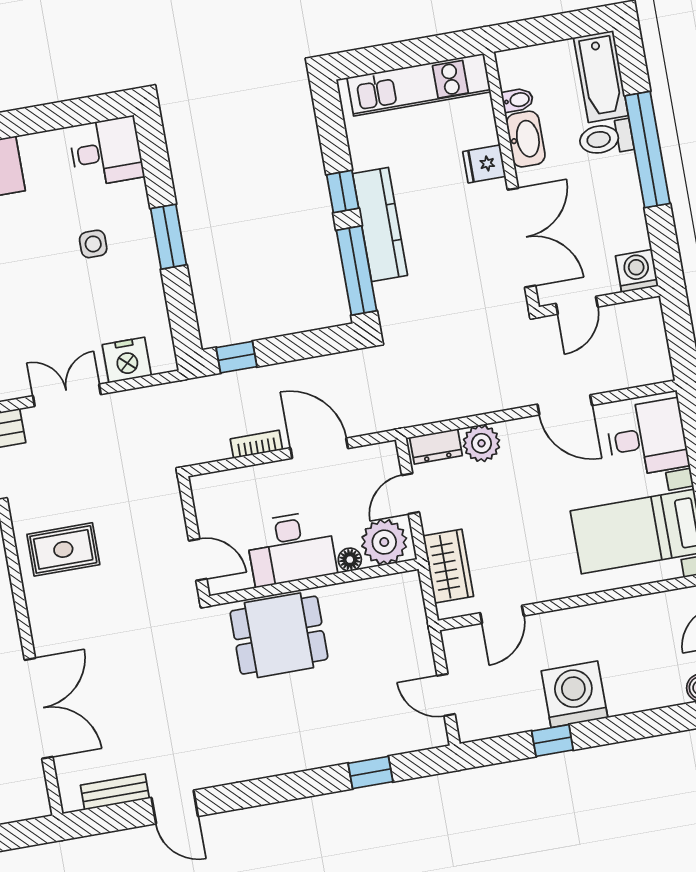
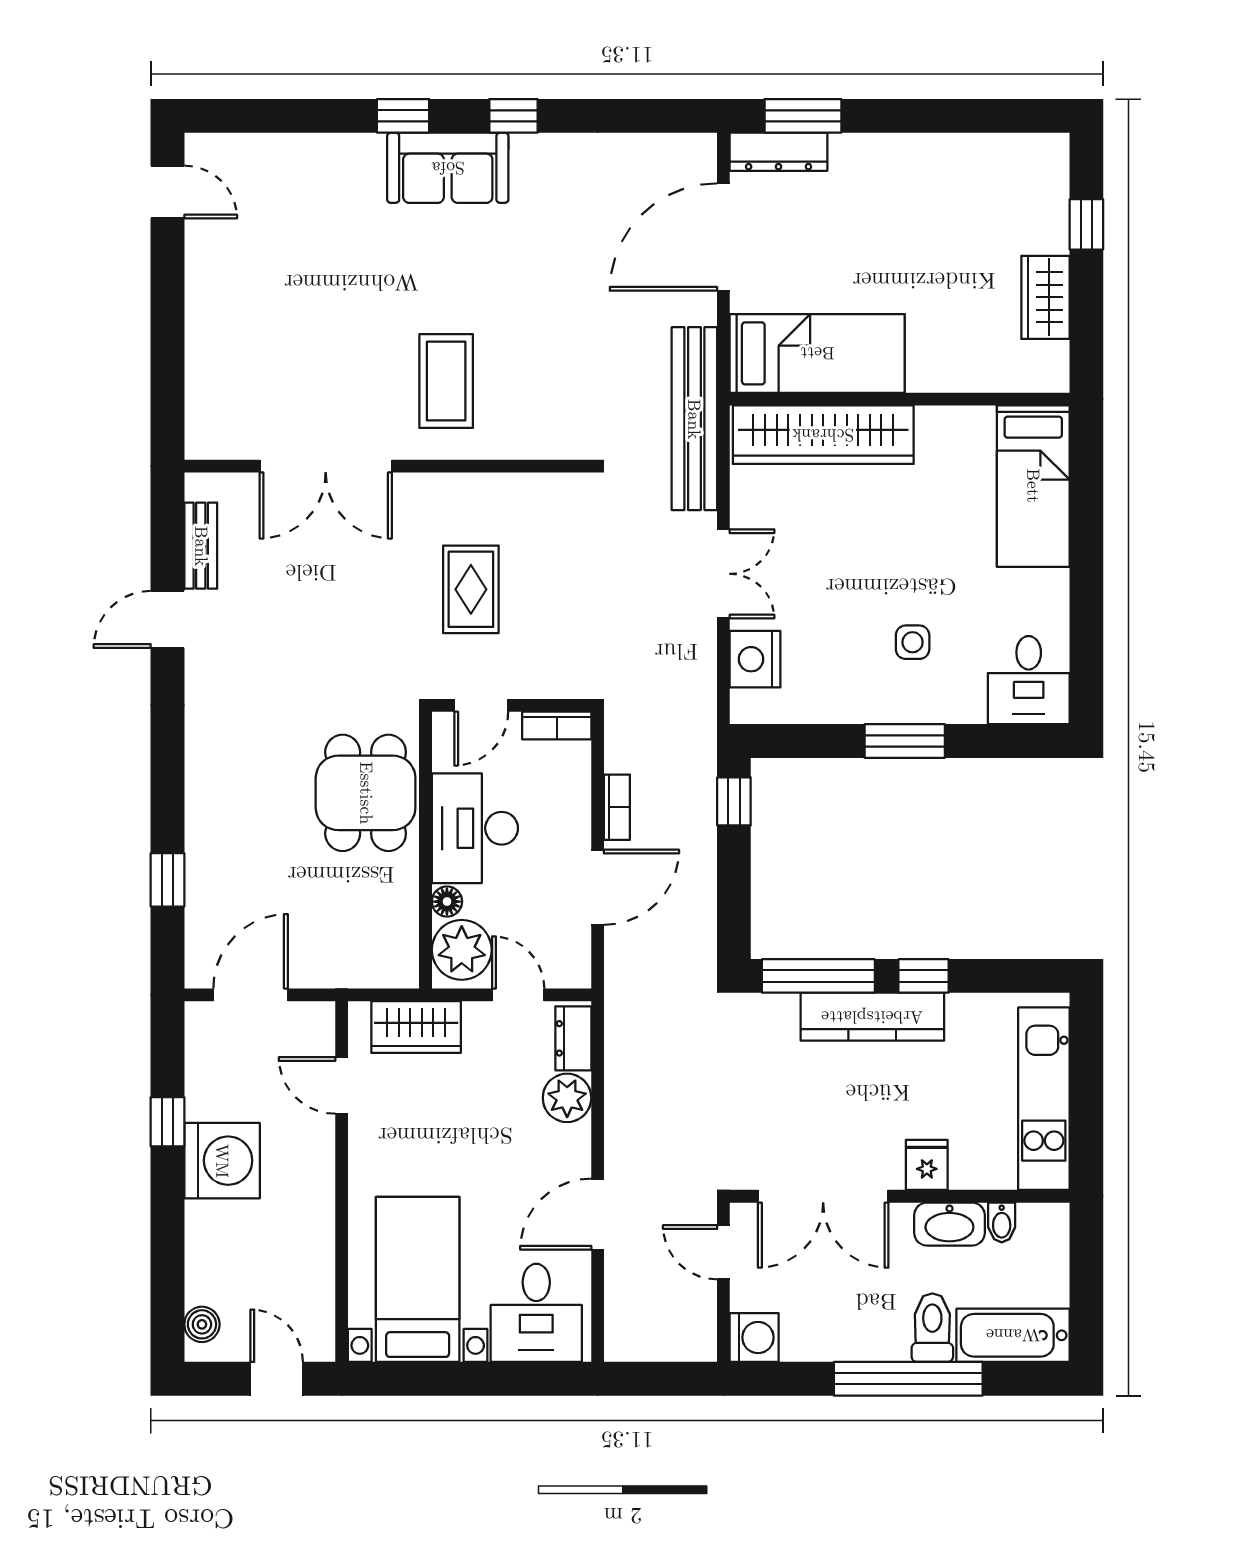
bookcase: (203, 500) -> (557, 725), added
rug: (63, 549) -> (471, 589), moved
door: (446, 695) -> (251, 995), width x1.38

